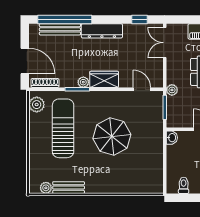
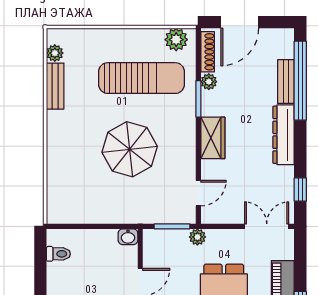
bench: (60, 29) -> (286, 82), width x0.73
plant: (83, 82) -> (209, 82), moved

